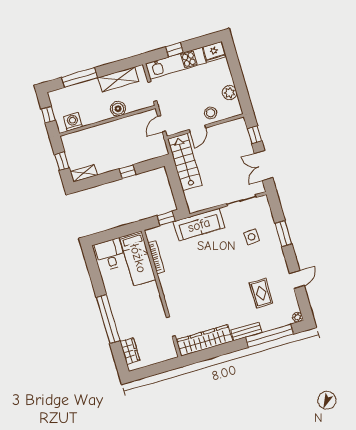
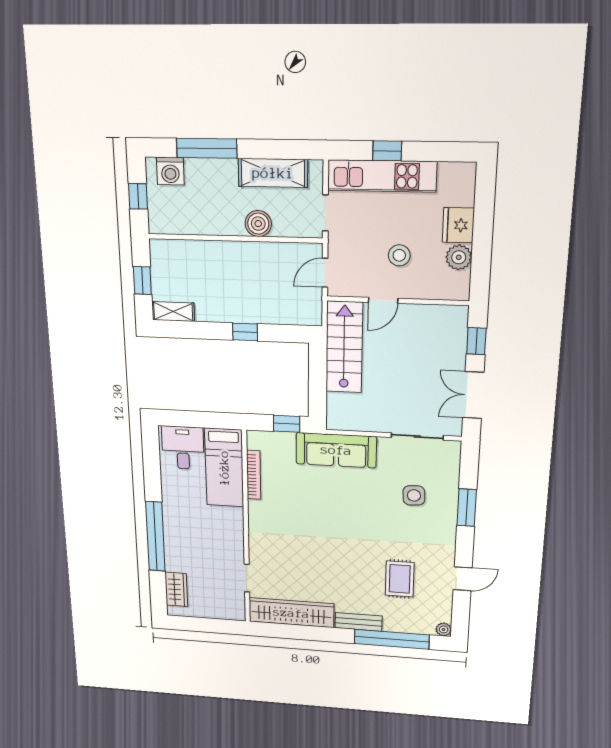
fridge: (214, 52) -> (458, 225), moved, turned 90
stool: (211, 113) -> (399, 255), moved
washing machine: (73, 122) -> (170, 171), moved, turned 180

